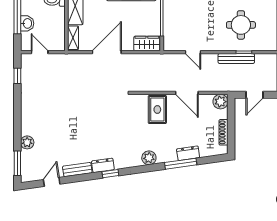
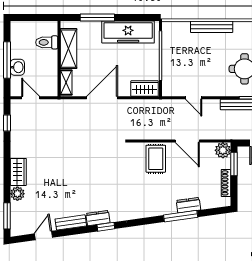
window: (231, 114) -> (234, 164), added
wardrobe: (28, 122) -> (18, 172), added
plant: (149, 158) -> (147, 210), removed

